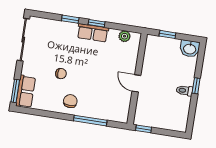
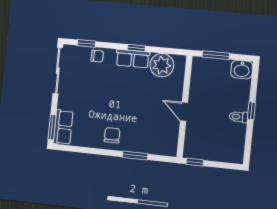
window: (70, 19) -> (86, 43), moved
window: (167, 34) -> (216, 55), width x1.50
plant: (125, 36) -> (162, 65), width x1.87, depth x1.87
chair: (61, 74) -> (97, 56), moved
window: (90, 121) -> (135, 156), width x0.69

